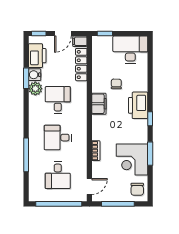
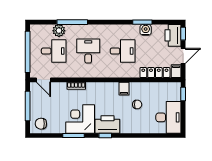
door: (63, 34) -> (183, 56), swing flipped
printer: (37, 56) -> (173, 35), moved, turned 90
plant: (35, 89) -> (59, 31), moved
filing cabinet: (99, 104) -> (124, 89), width x0.50
printer: (138, 105) -> (107, 124), moved
corner desk: (132, 159) -> (80, 119), moved
desk: (58, 175) -> (54, 51), turned 180

